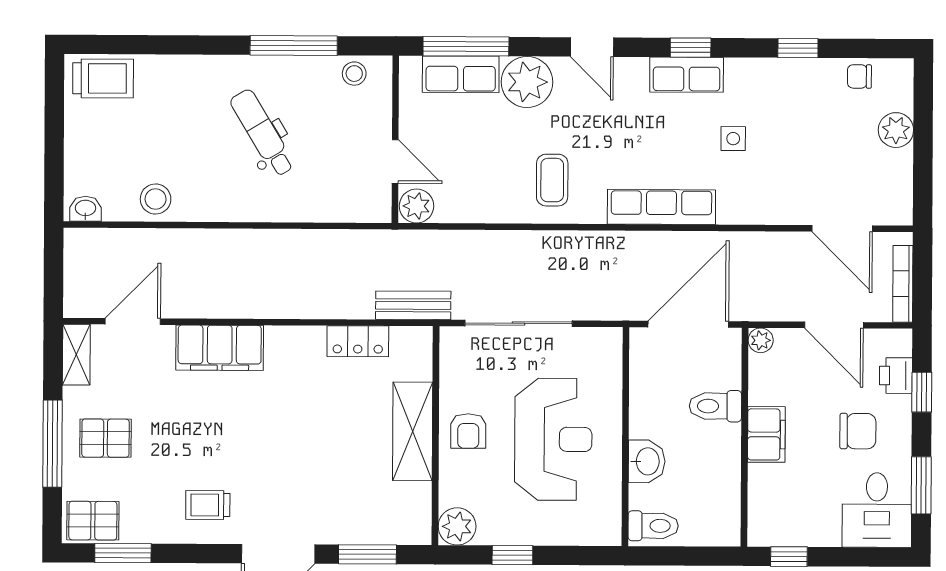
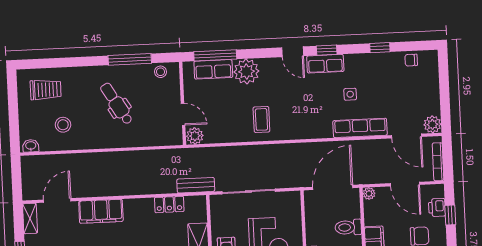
door: (592, 47) -> (293, 52), moved
trolley: (103, 78) -> (46, 90), moved
plant: (896, 130) -> (432, 124), moved
stool: (156, 199) -> (63, 125), moved
row of seats: (661, 207) -> (360, 128), moved

